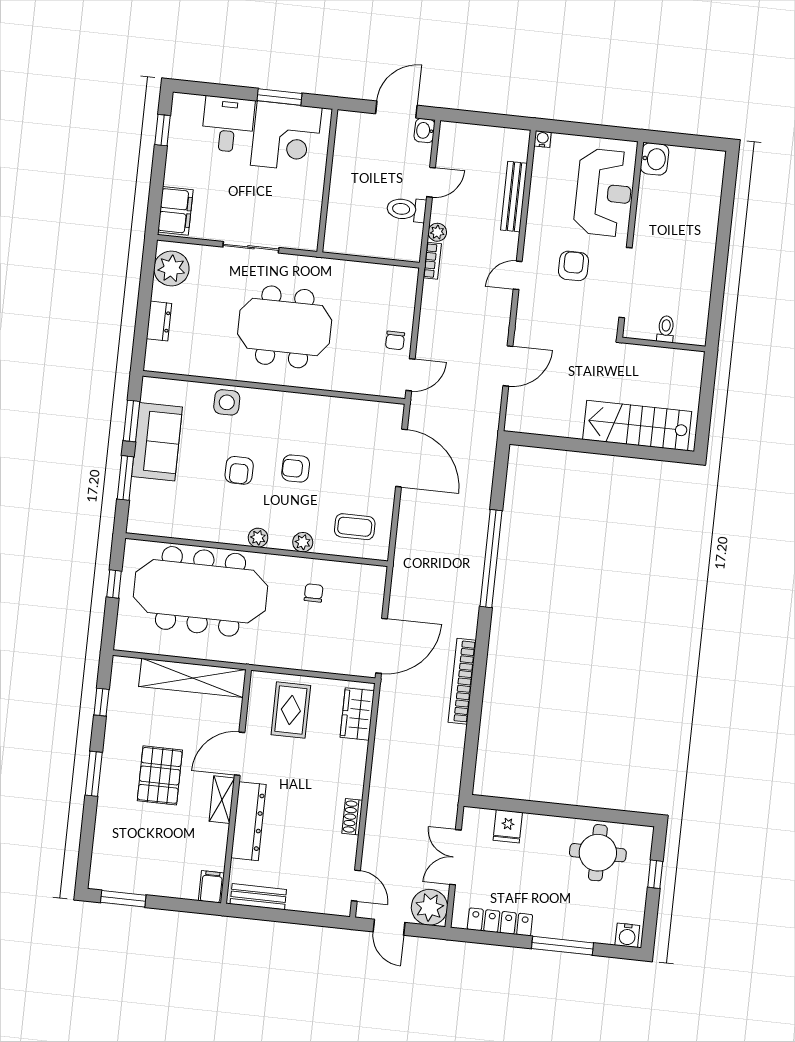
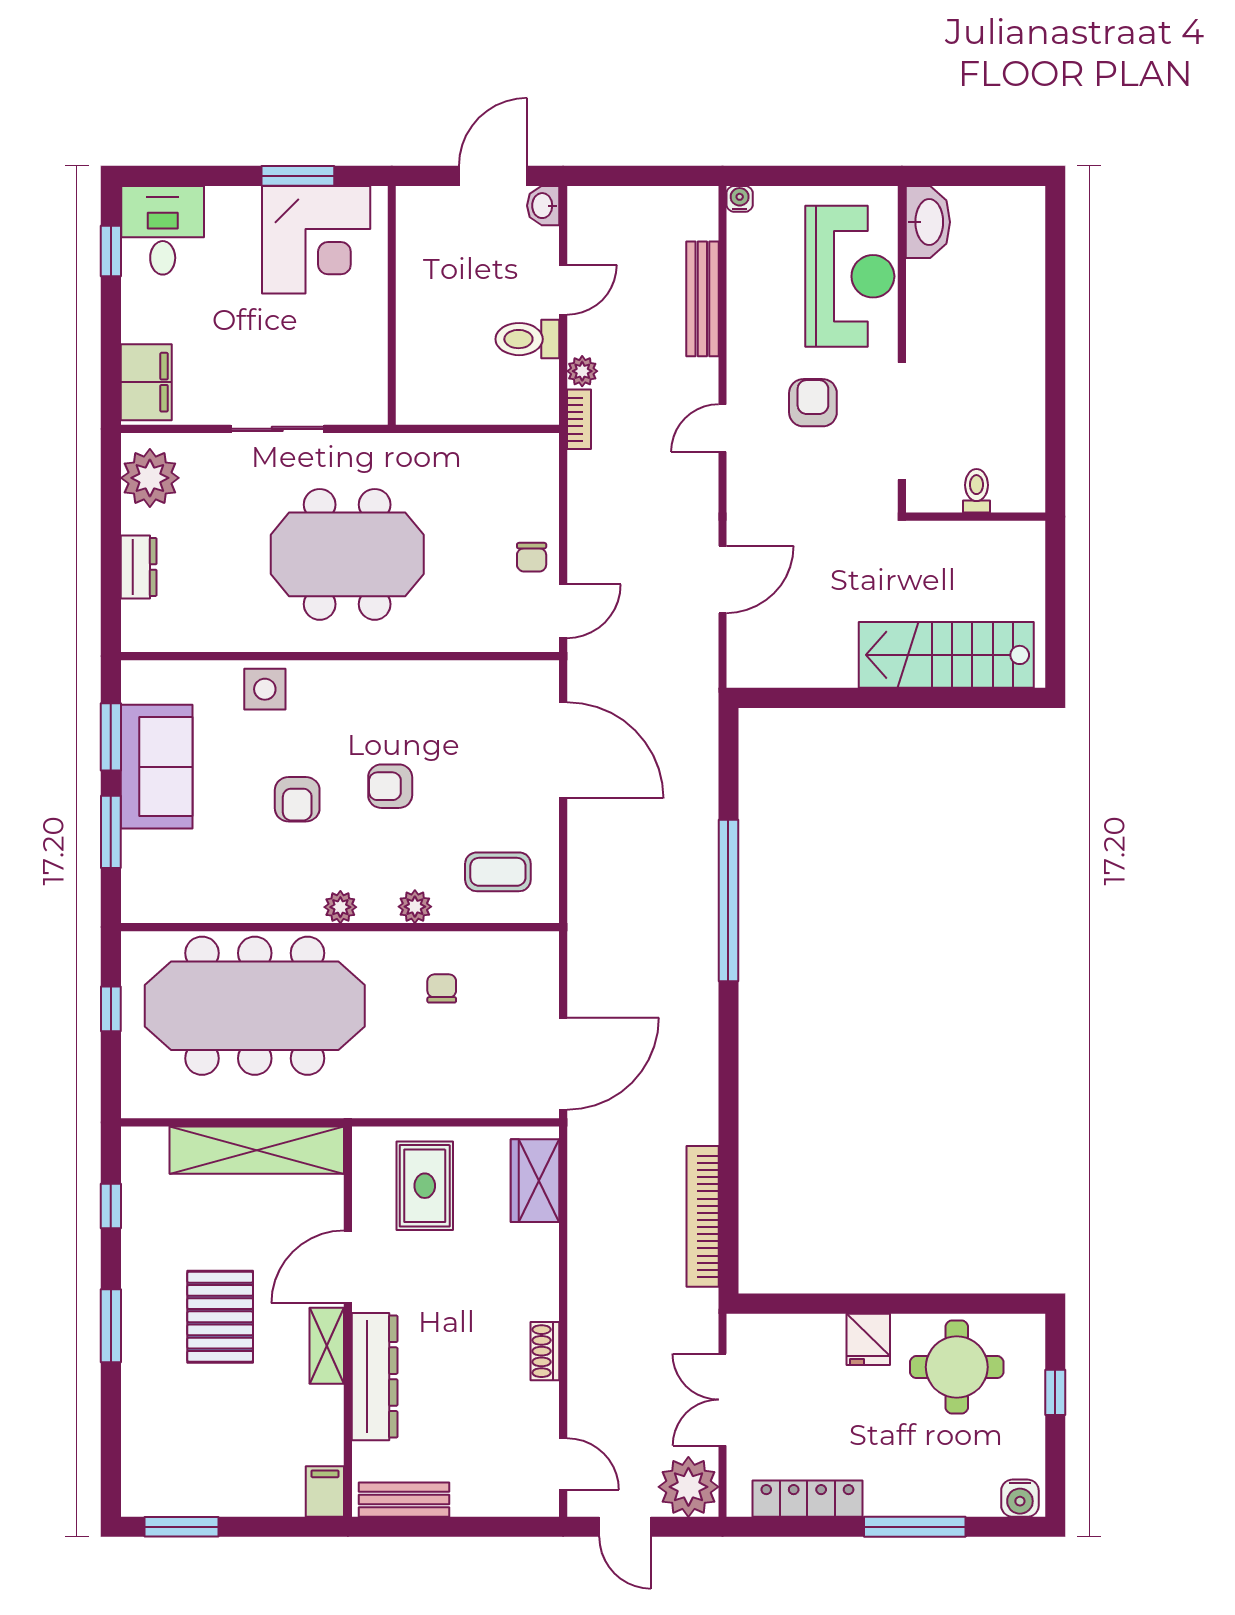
desk: (228, 124) -> (163, 230), moved
washbasin: (655, 159) -> (928, 222), width x1.38
bookcase: (462, 681) -> (703, 1216), moved
fridge: (508, 826) -> (868, 1339), moved

